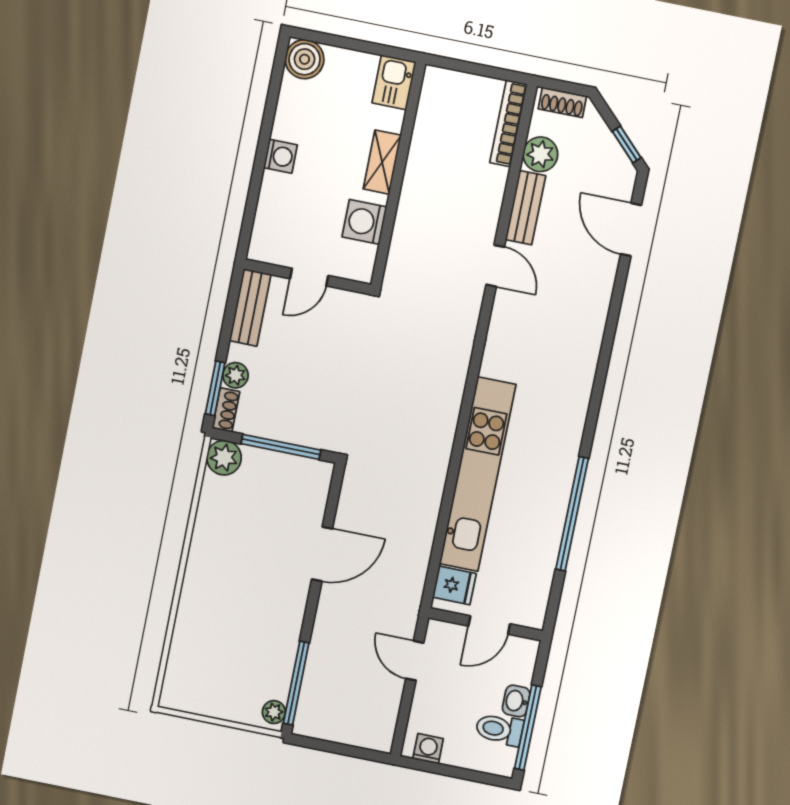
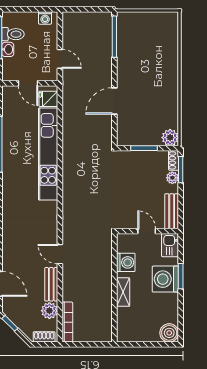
kitchen sink: (394, 82) -> (170, 245), moved, turned 180
washing machine: (280, 156) -> (165, 279), width x1.89, depth x1.89
window: (258, 171) -> (181, 276), added
door: (309, 277) -> (147, 231), hinge flipped
window: (281, 447) -> (144, 148), width x0.69
door: (489, 625) -> (28, 83), swing flipped
plant: (274, 712) -> (122, 20), removed

